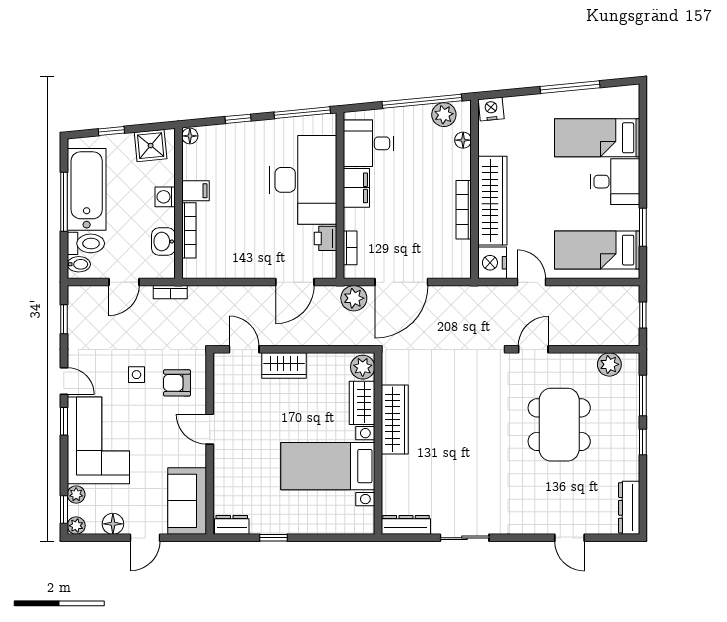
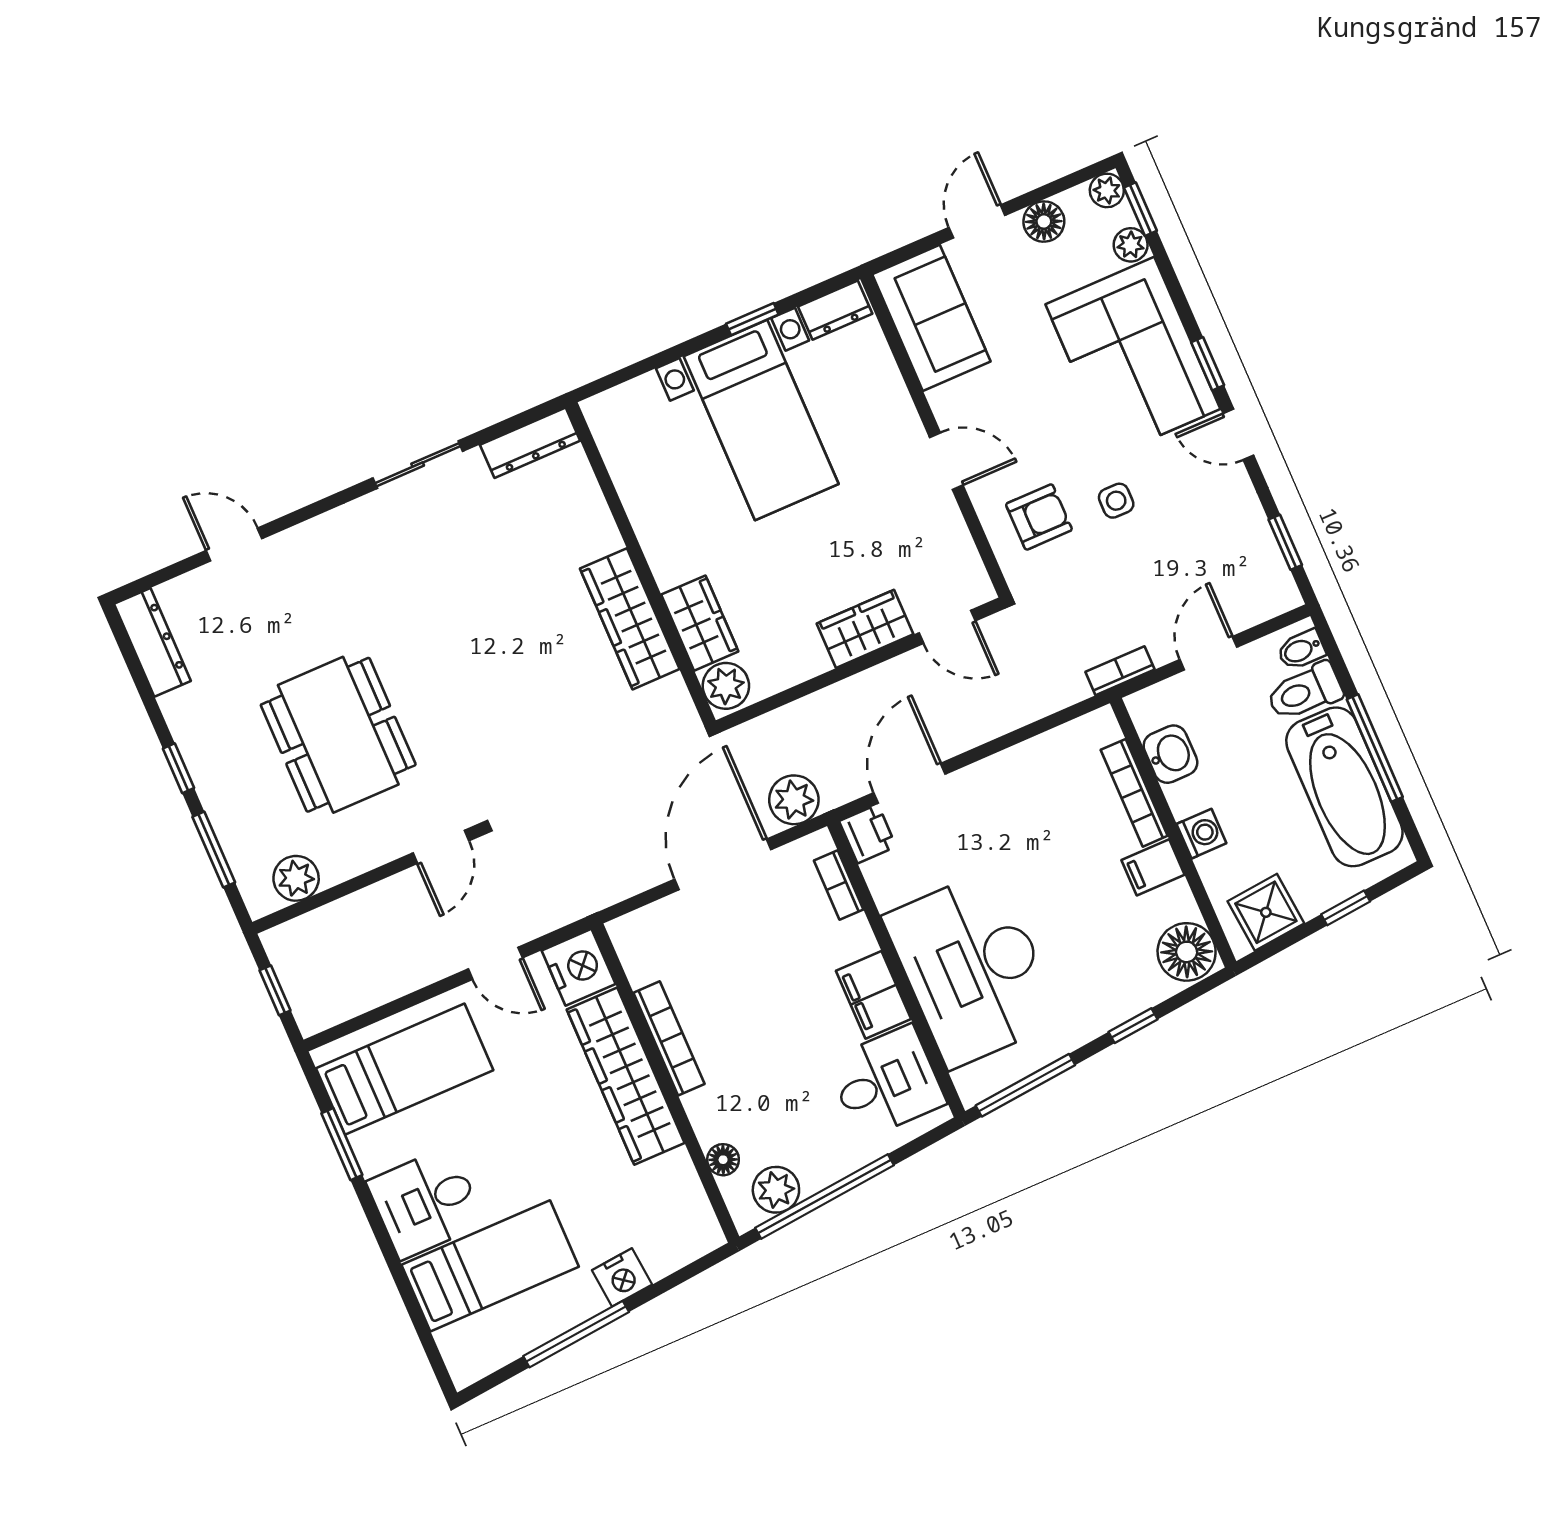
nightstand: (491, 109) -> (622, 1277), moved
floor lamp: (190, 136) -> (1187, 952), width x1.89, depth x1.89
printer: (325, 238) -> (868, 834), moved
bed with nightstands: (328, 466) -> (761, 420), moved, turned 90

